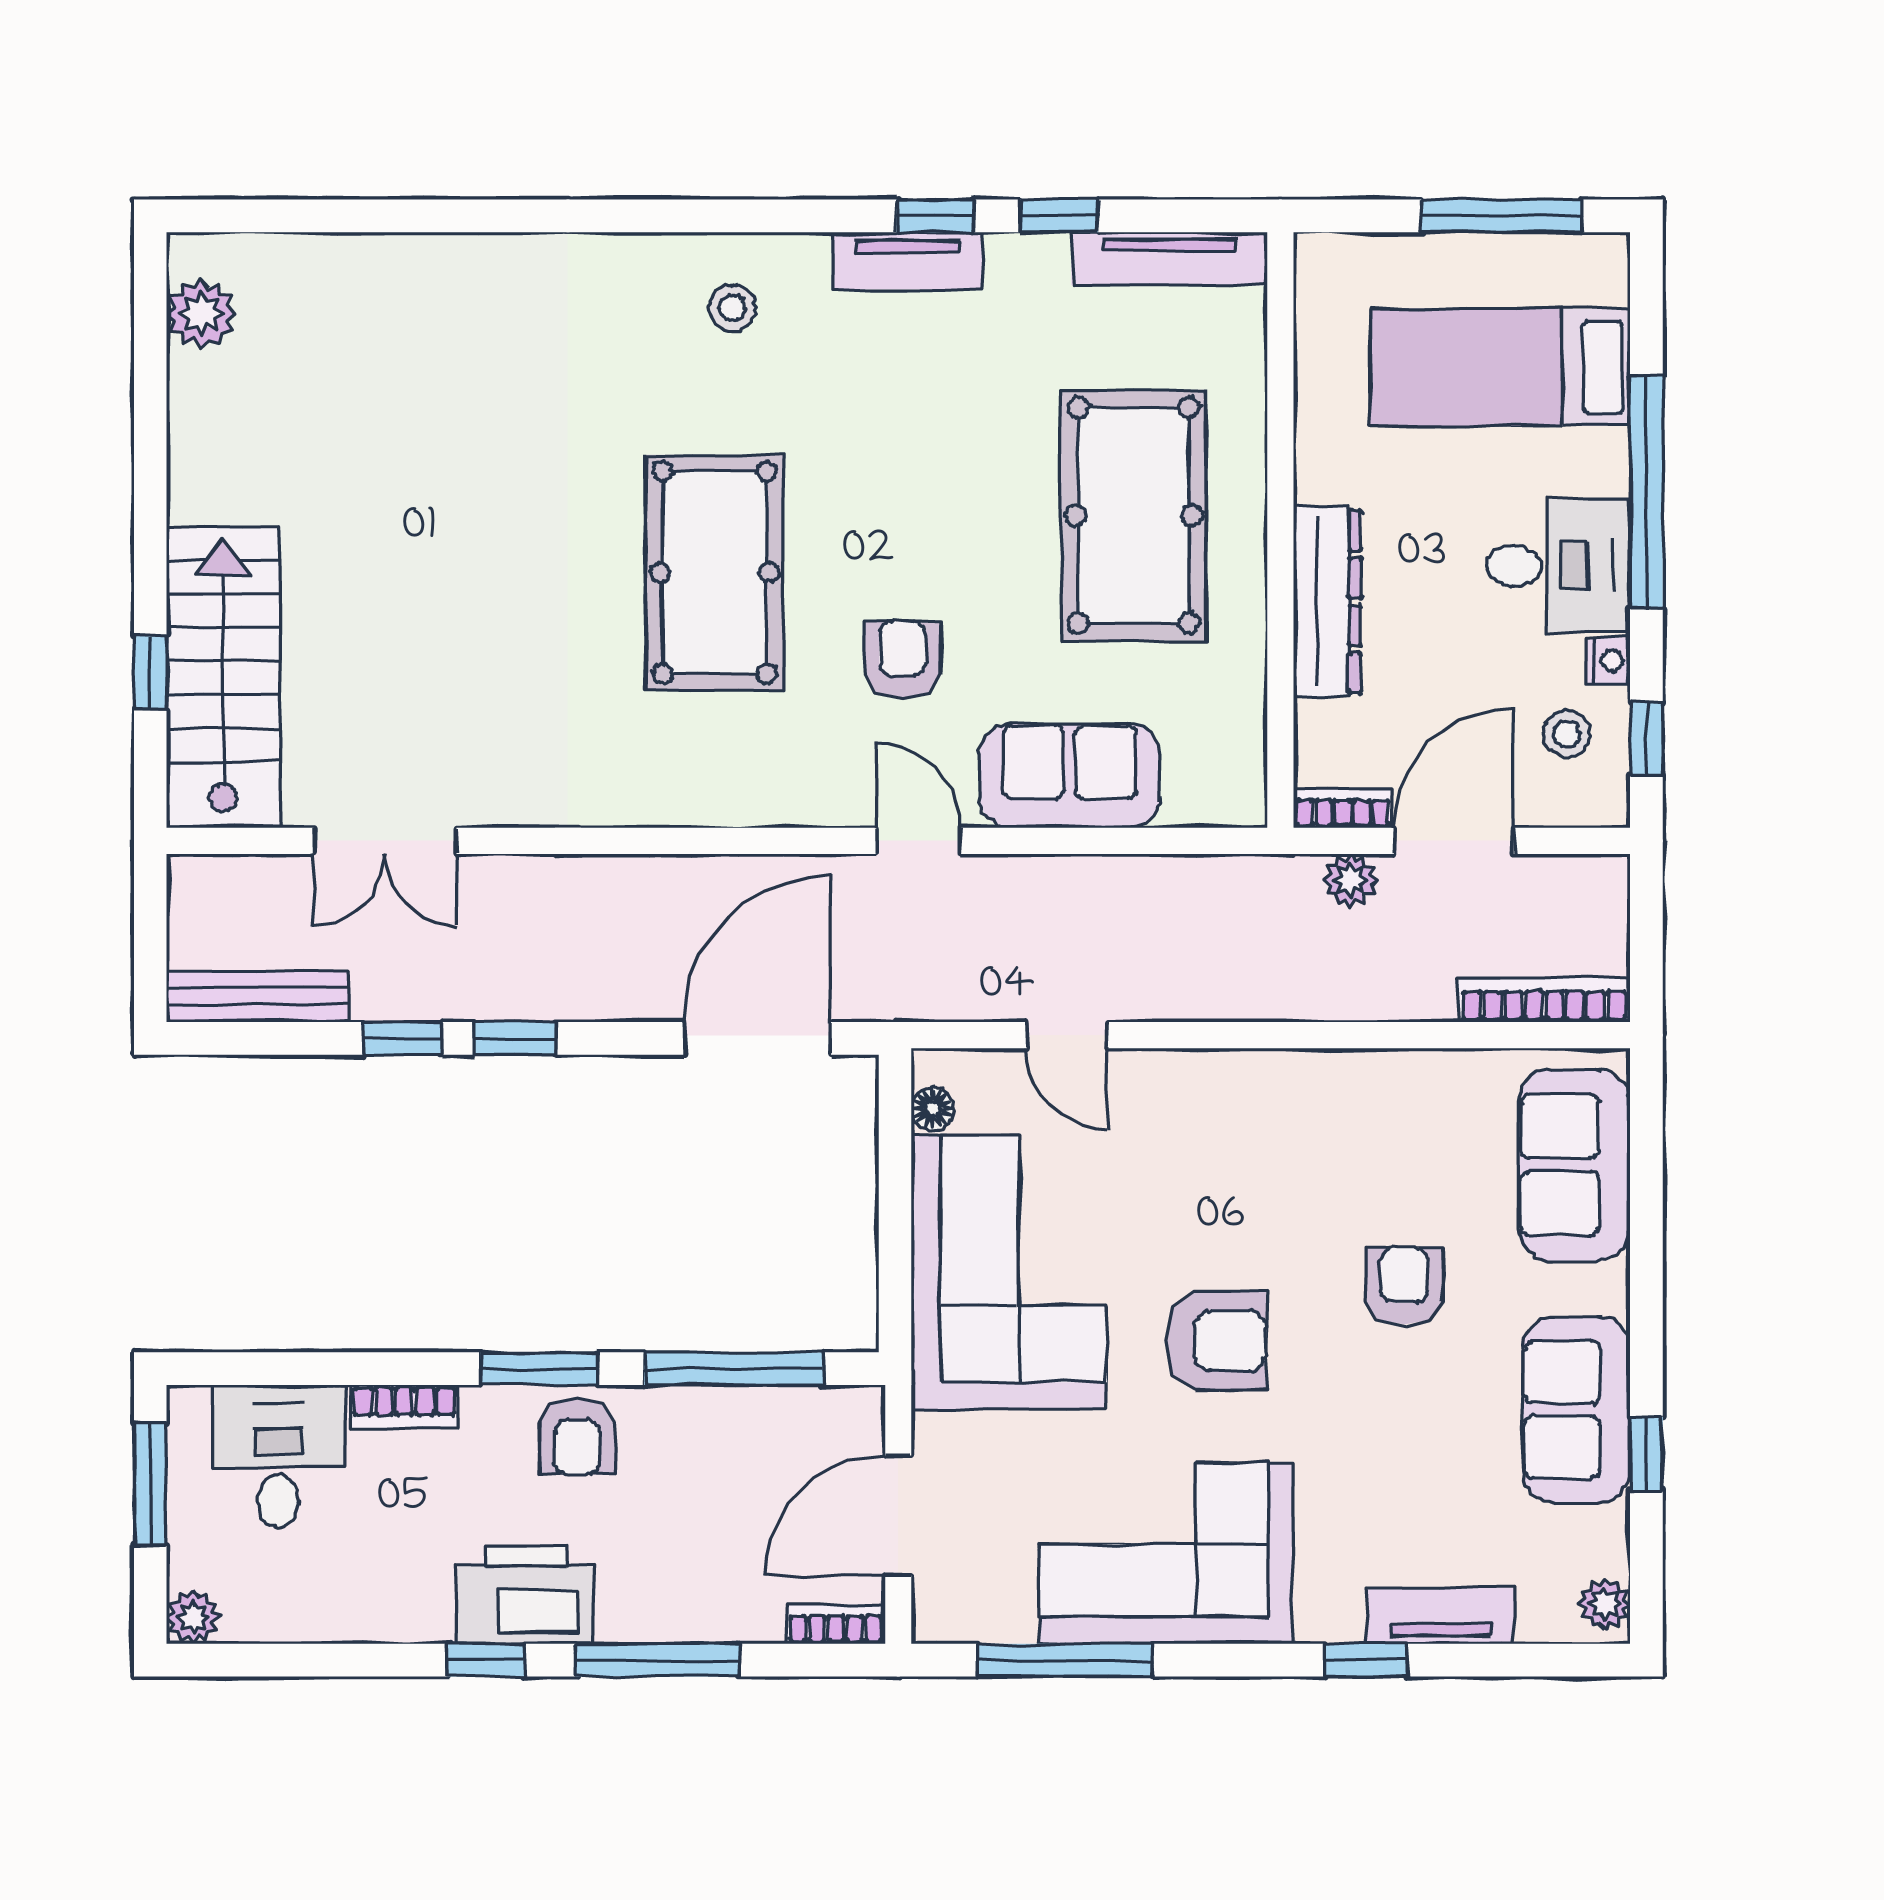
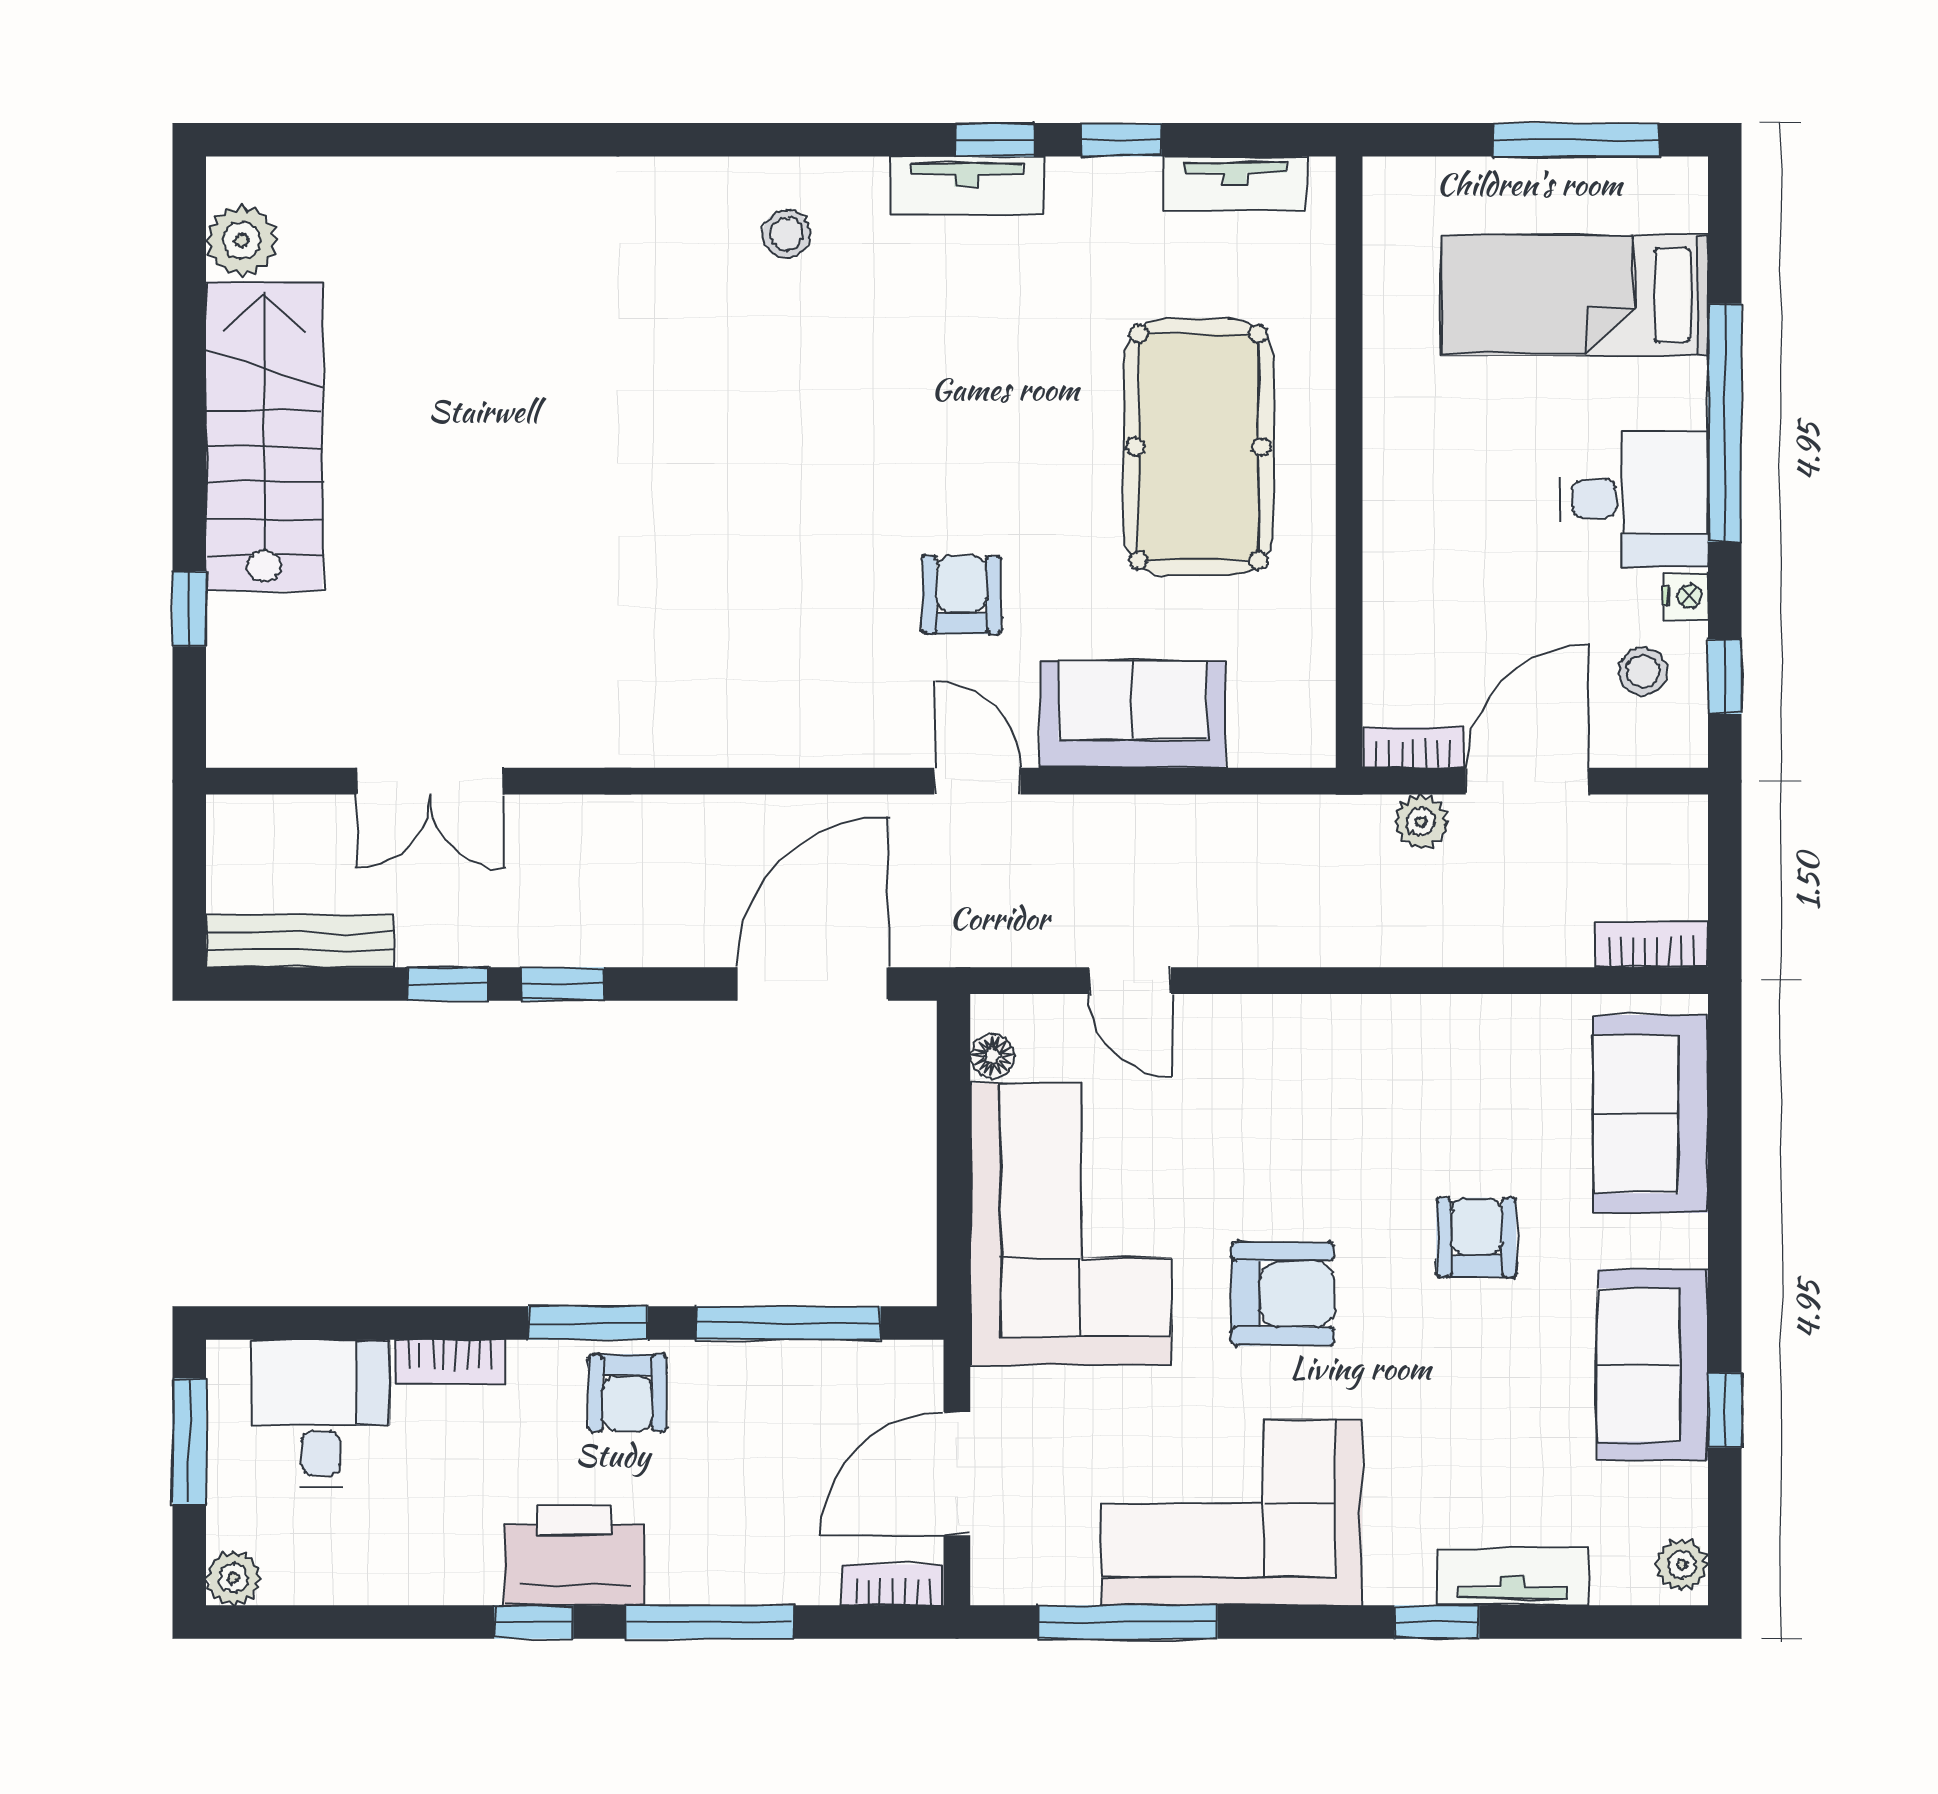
tv unit: (1169, 259) -> (1235, 183), width x0.71
pool table: (715, 572) -> (768, 506), removed
dresser: (1327, 602) -> (1397, 536), removed
stairs: (223, 677) -> (264, 436), moved
bookcase: (1544, 1000) -> (1652, 945), width x0.64

